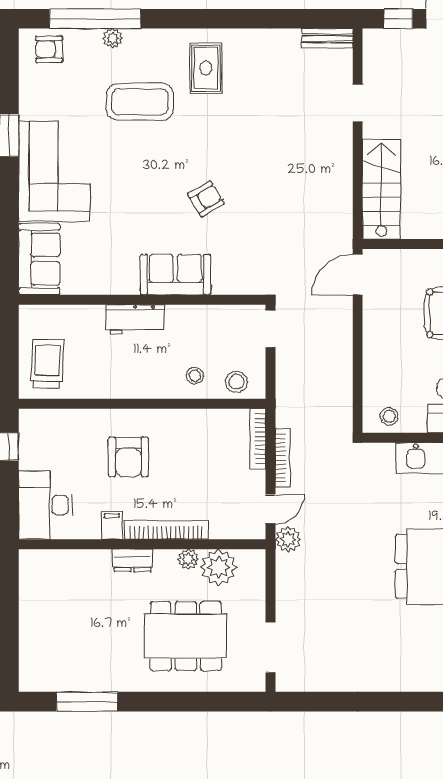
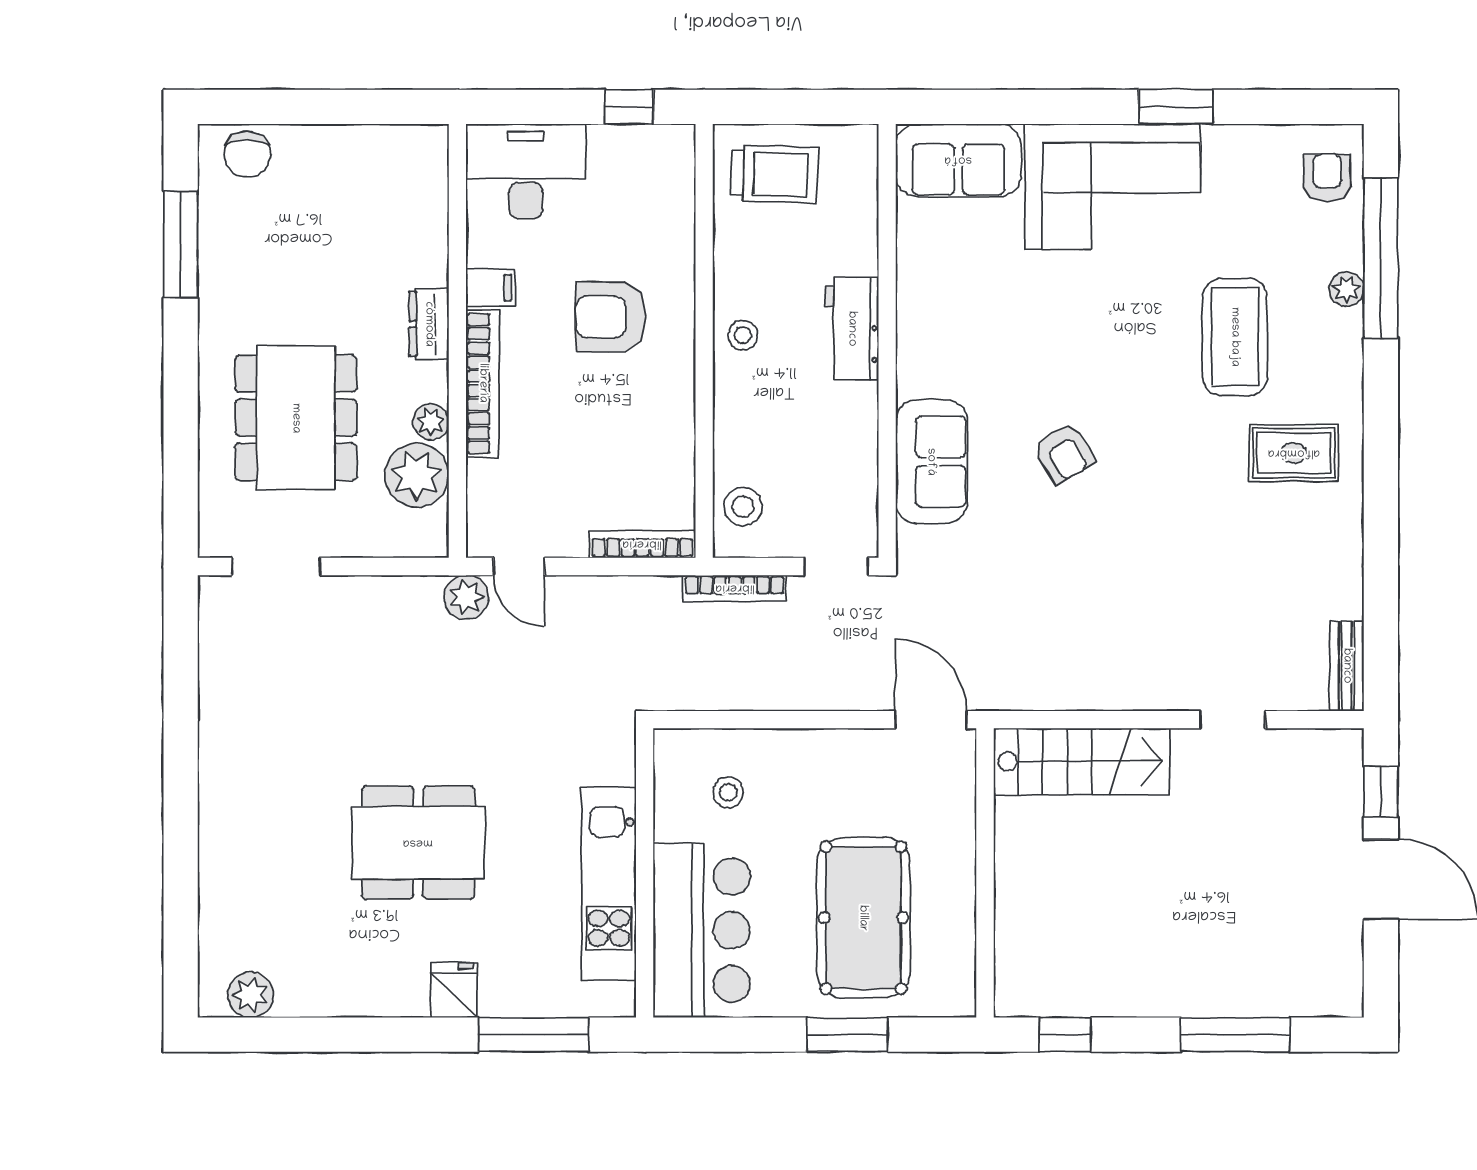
sofa: (175, 274) -> (931, 462), moved
stool: (195, 376) -> (743, 335), moved
stool: (389, 416) -> (728, 792), moved
bookcase: (283, 458) -> (735, 588), moved
chair: (36, 664) -> (247, 154), added

